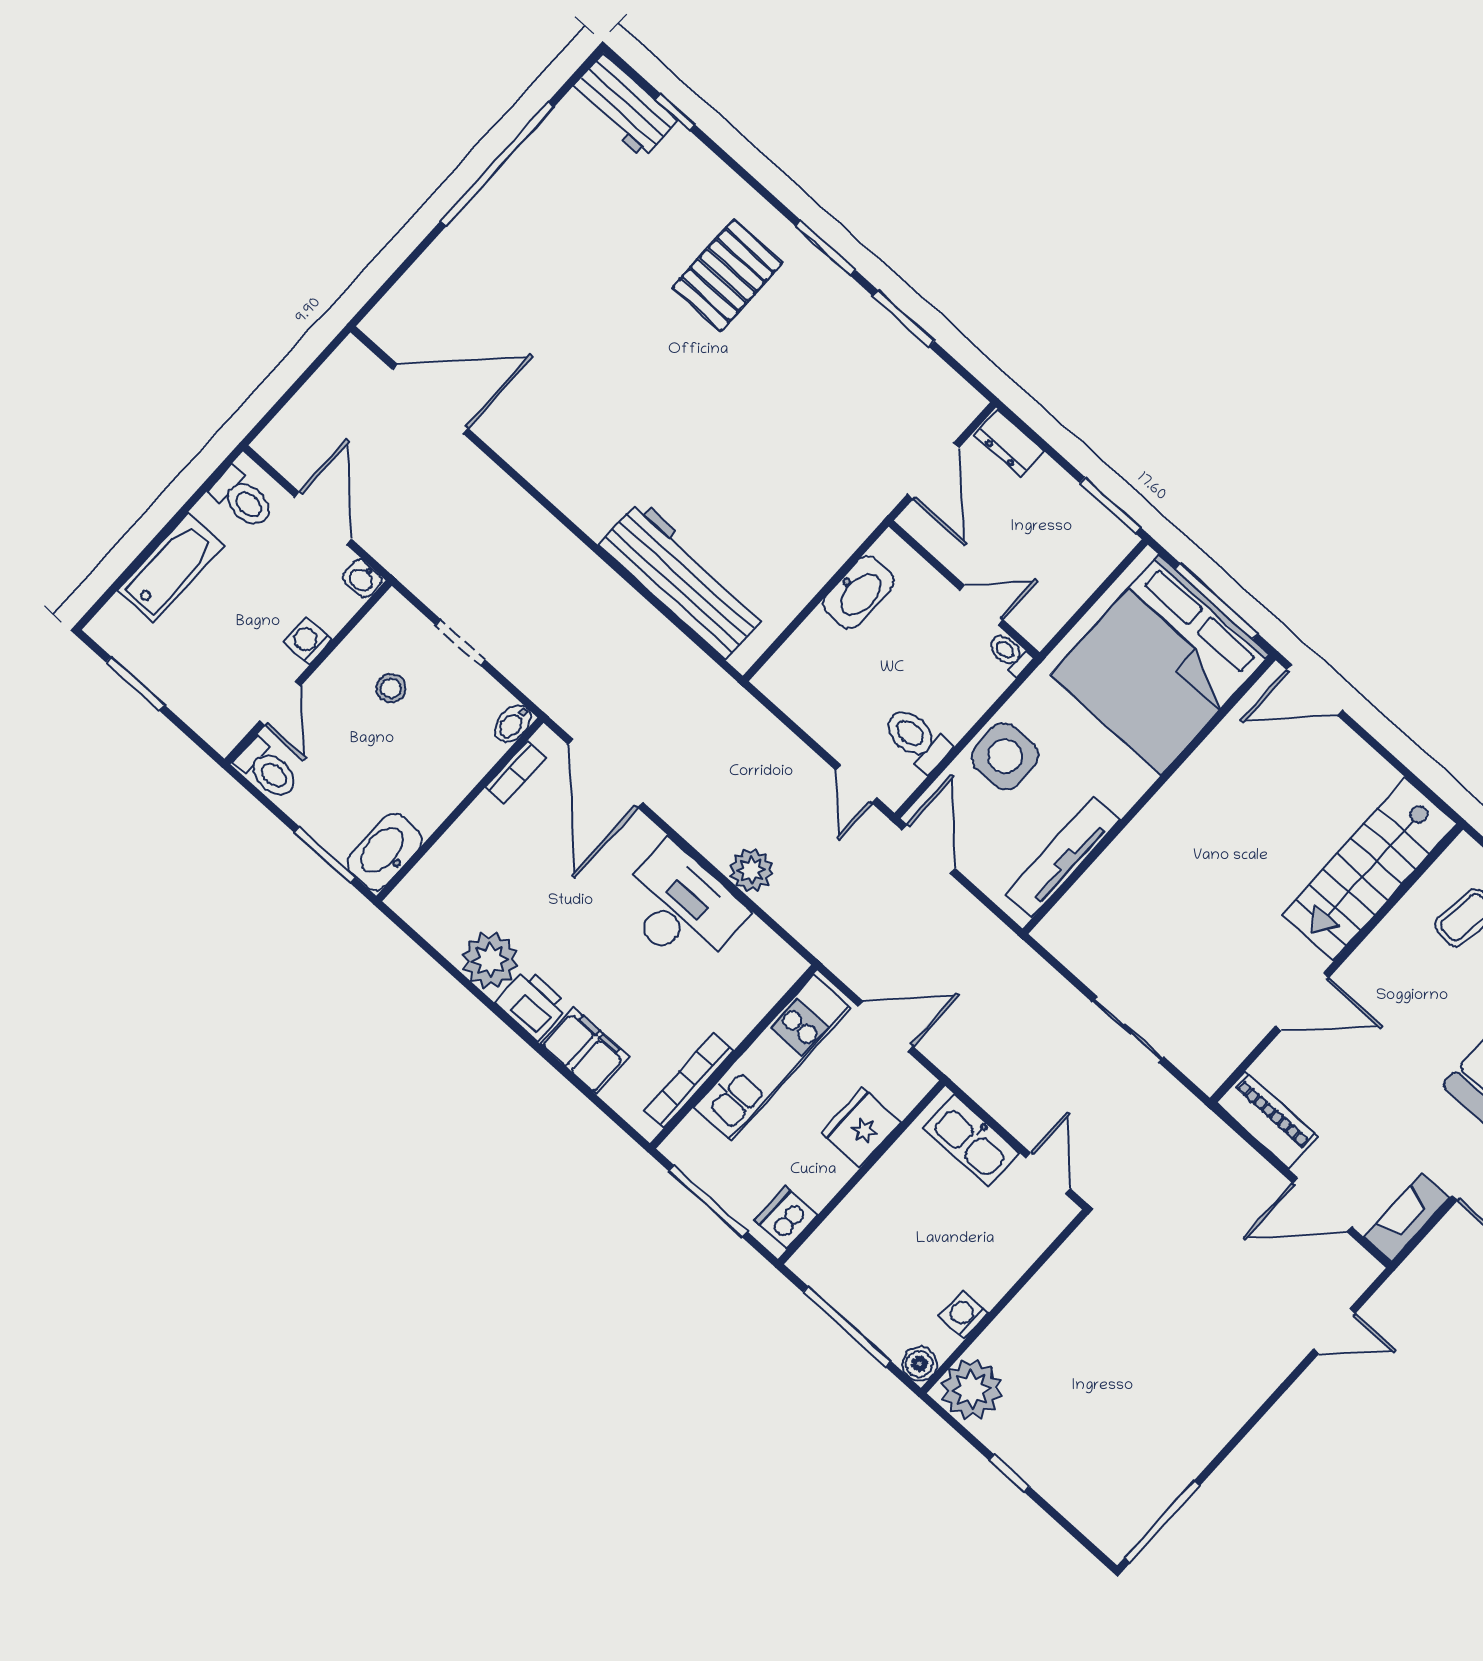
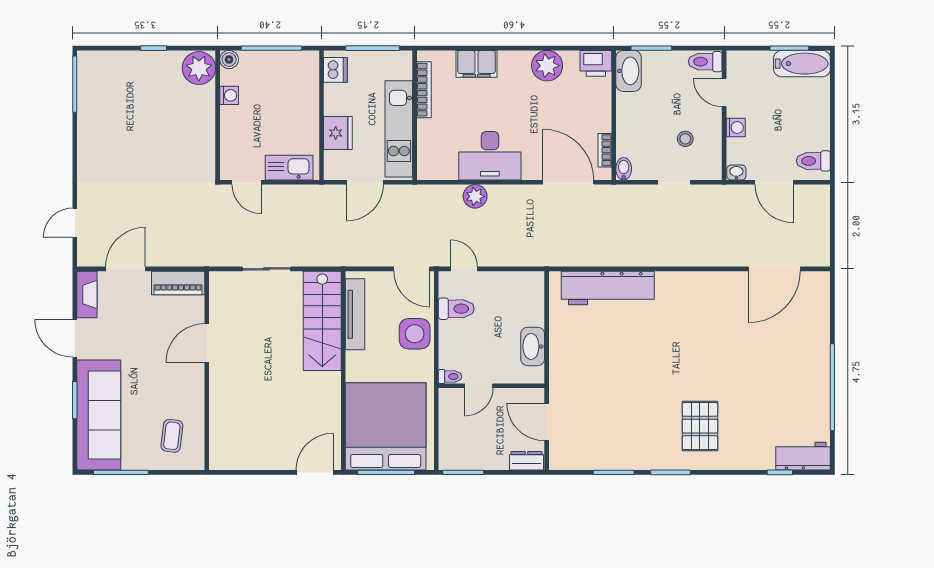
bathtub: (171, 568) -> (802, 64), moved, turned -90
stairs: (1369, 869) -> (322, 321), moved, turned 180
printer: (532, 1004) -> (596, 63), moved

